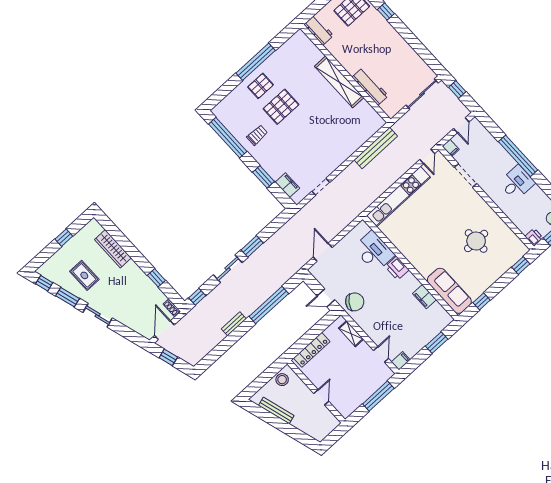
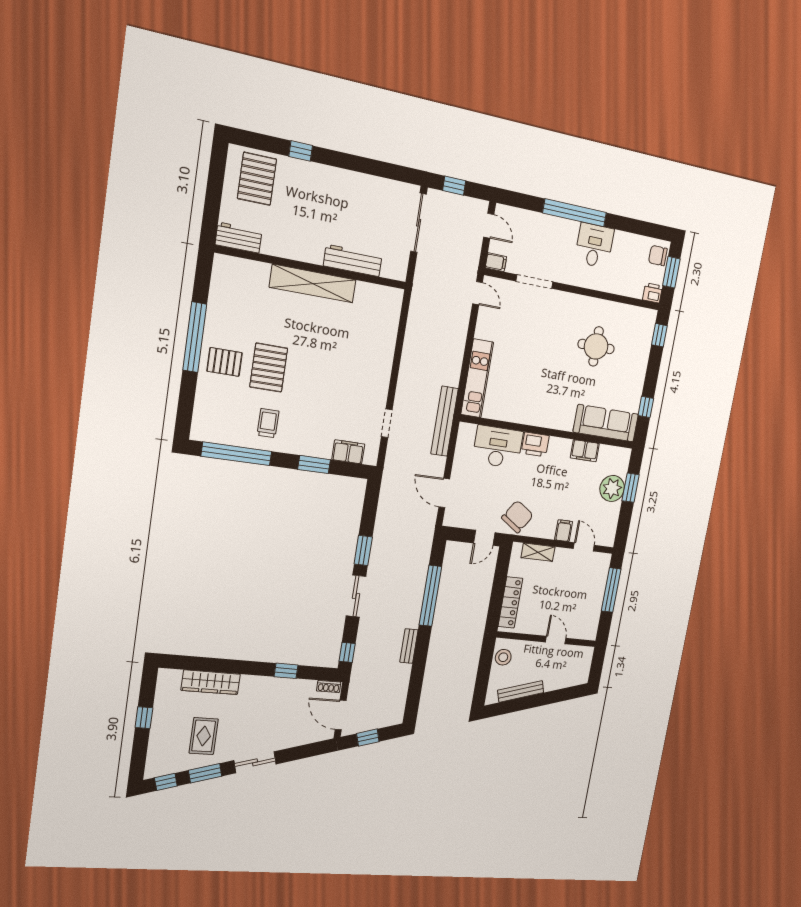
pallet: (261, 86) -> (224, 362), turned 90
bench: (376, 148) -> (444, 421), moved
kitchen unit: (398, 196) -> (477, 378), width x0.73
rug: (84, 275) -> (204, 736), turned 90
plant: (425, 333) -> (612, 488), added
filing cabinet: (401, 361) -> (564, 531), moved

